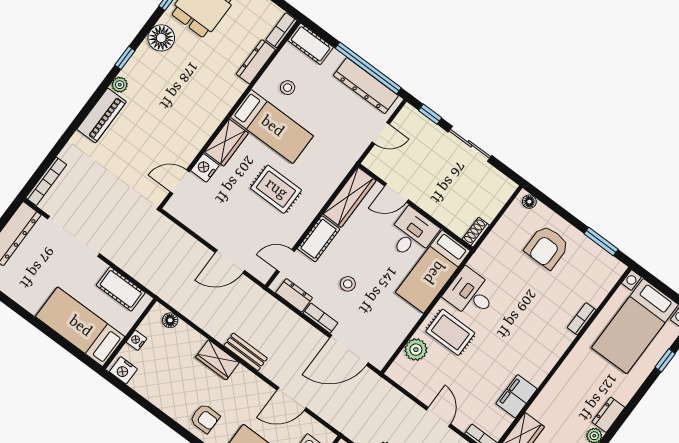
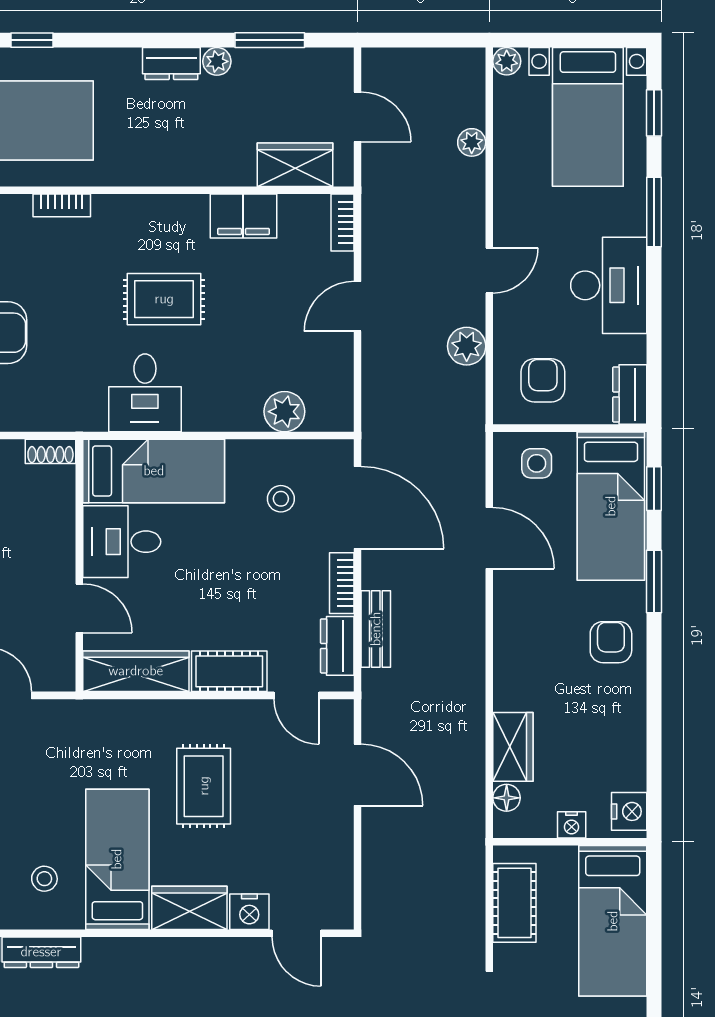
stool: (348, 284) -> (281, 499), moved
rug: (450, 332) -> (164, 299), moved, turned 90
bench: (246, 352) -> (376, 629), moved
wardrobe: (217, 360) -> (513, 747), moved

